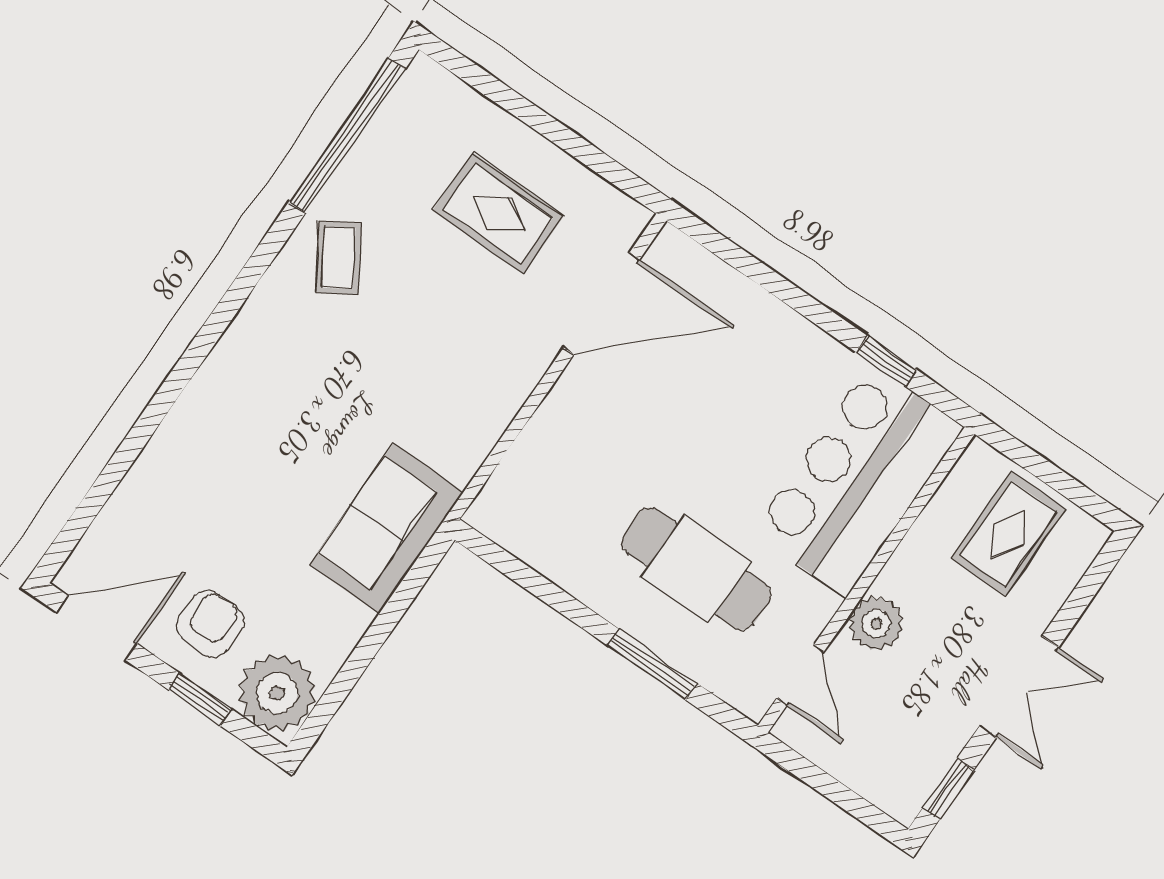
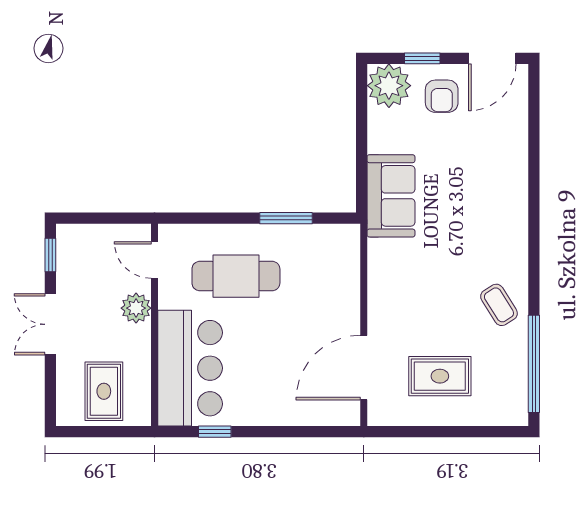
window: (652, 665) -> (286, 218), moved

